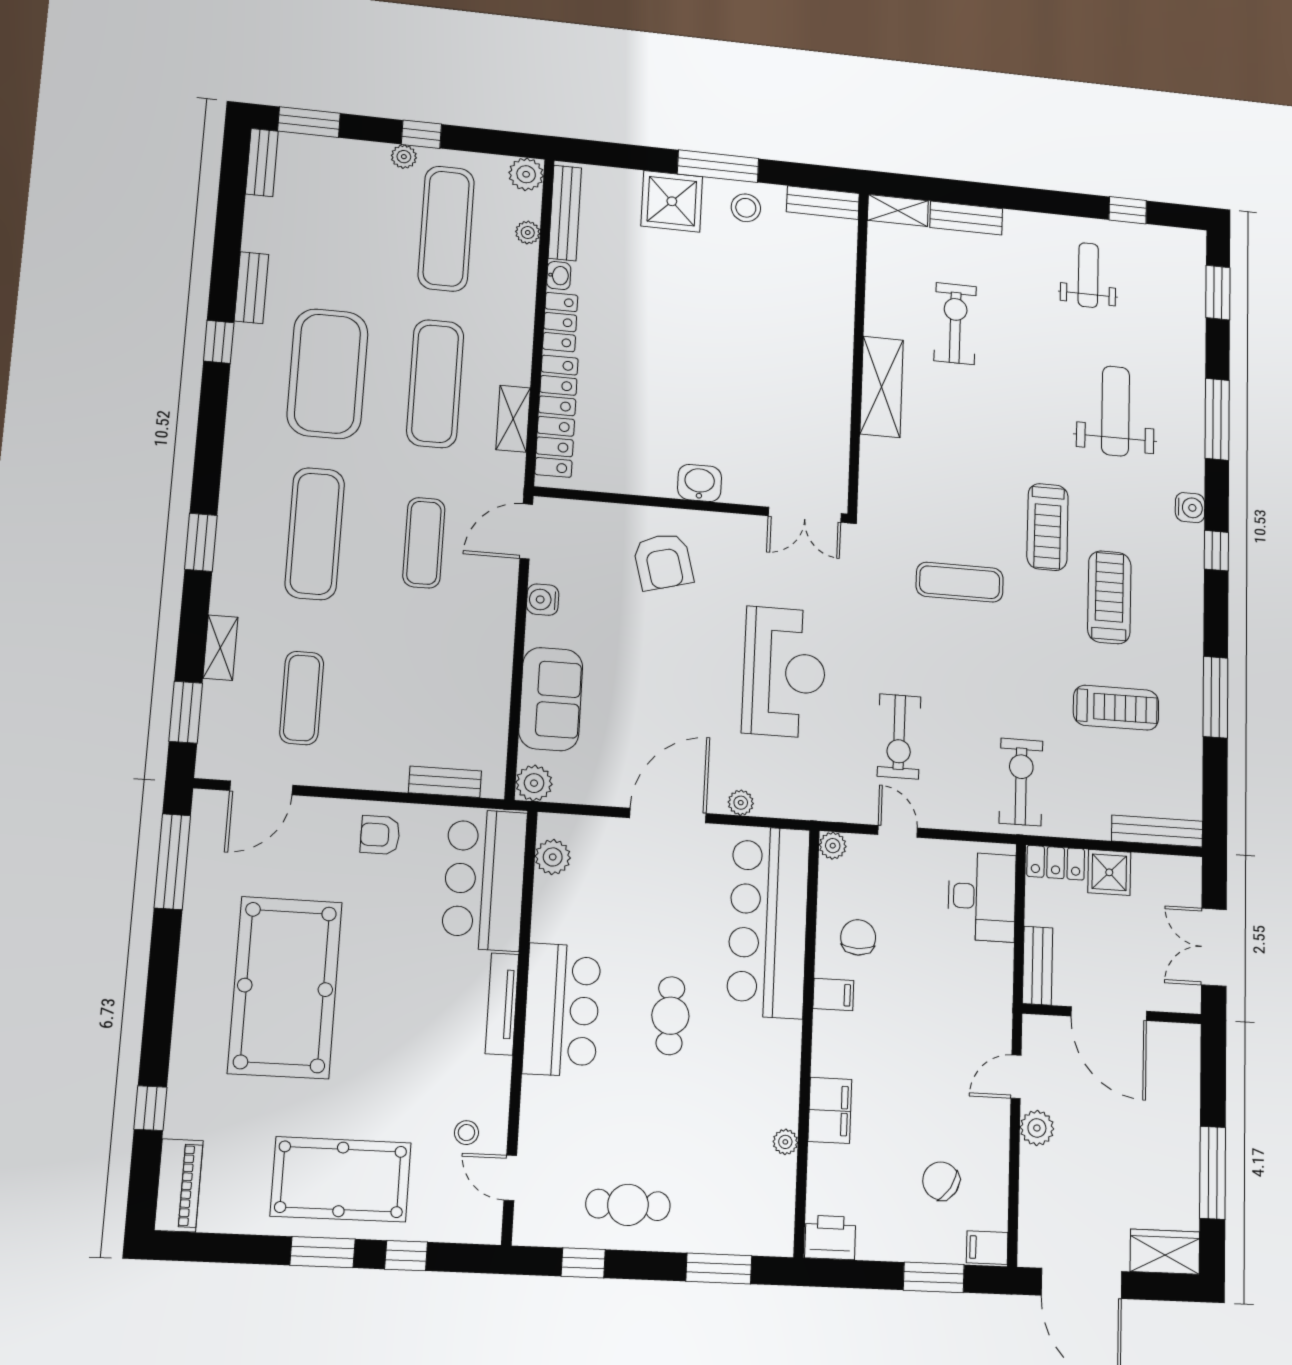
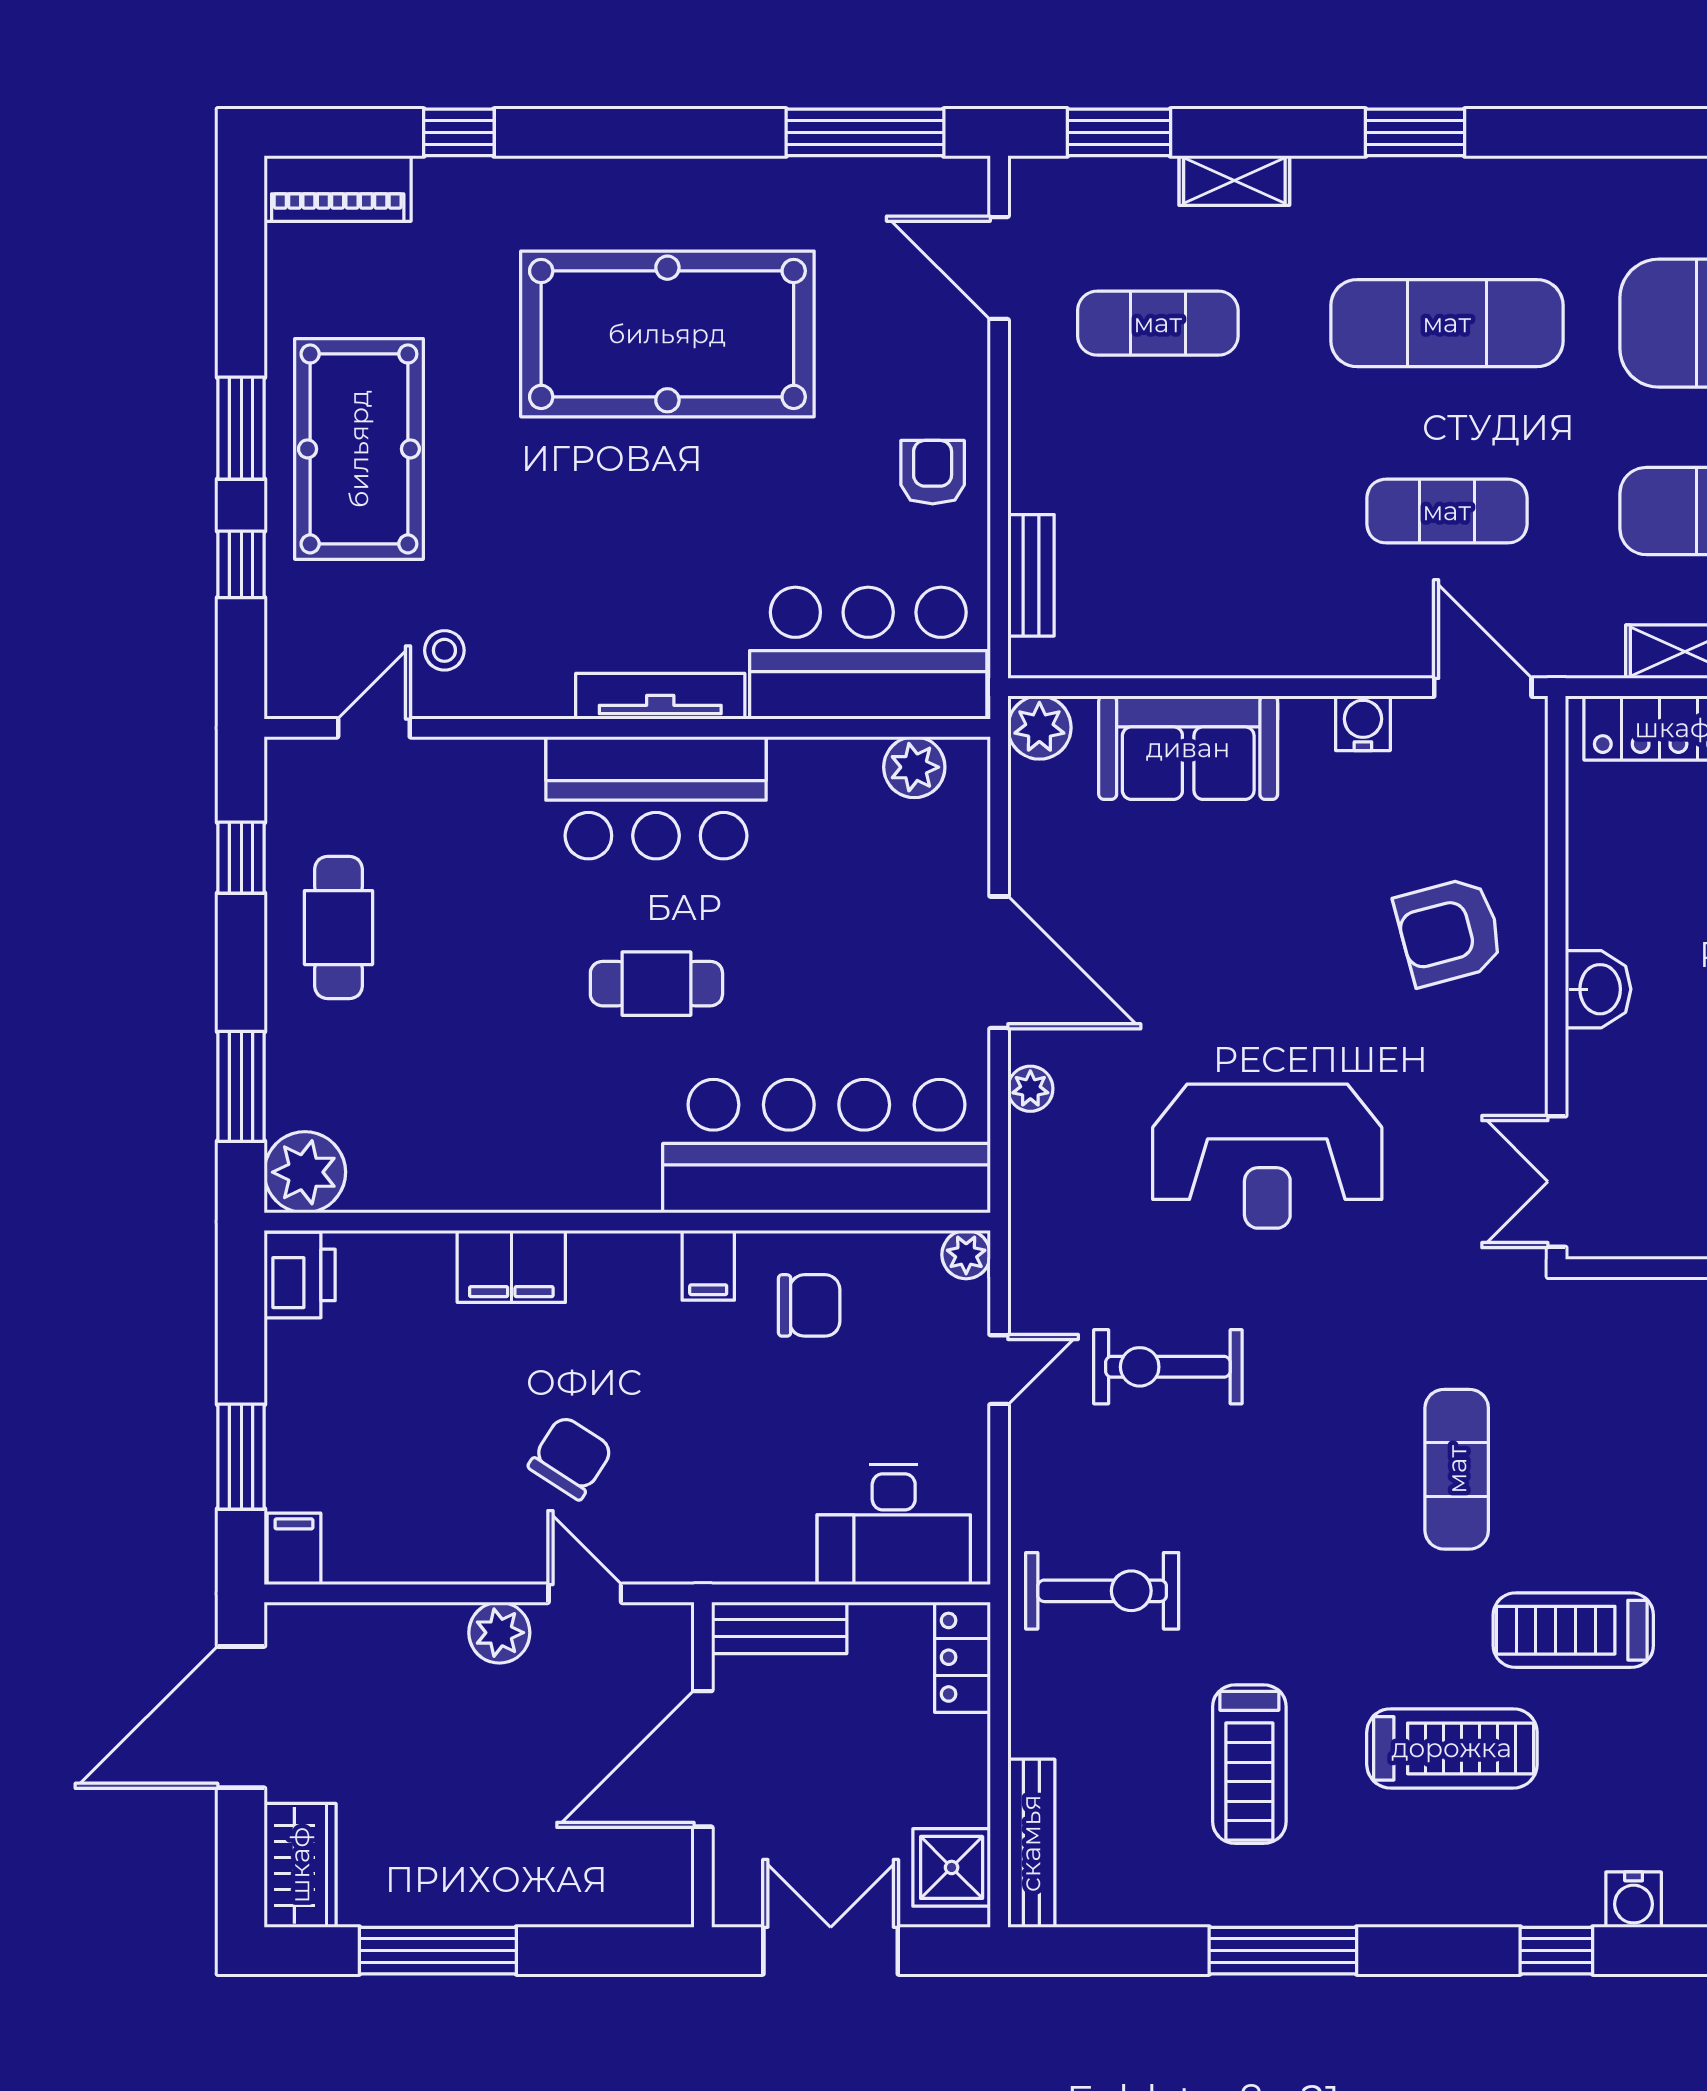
shower: (1109, 872) -> (952, 1867), moved
plant: (785, 1142) -> (305, 1172), moved, width x1.88, depth x1.88
chair: (941, 1181) -> (571, 1458), moved

